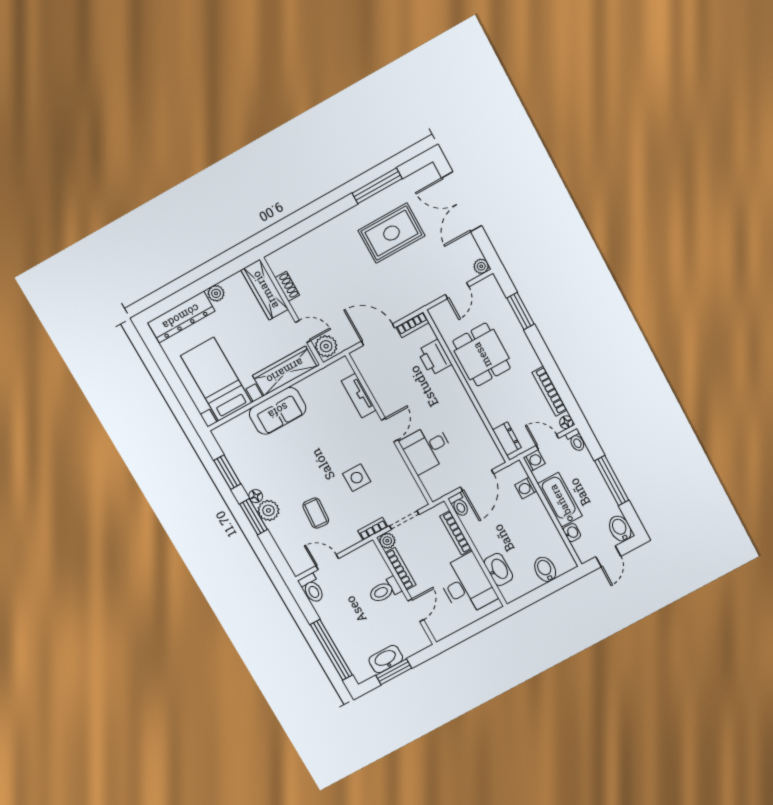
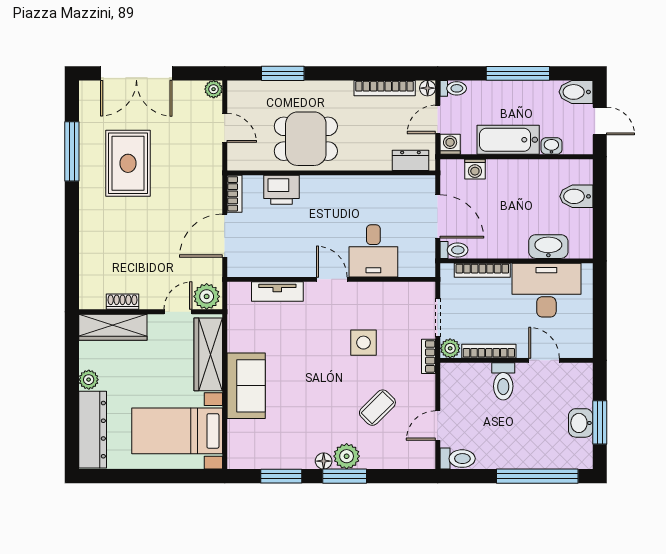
coffee table: (316, 513) -> (377, 408), turned -49
washbasin: (386, 659) -> (581, 423), width x0.72

